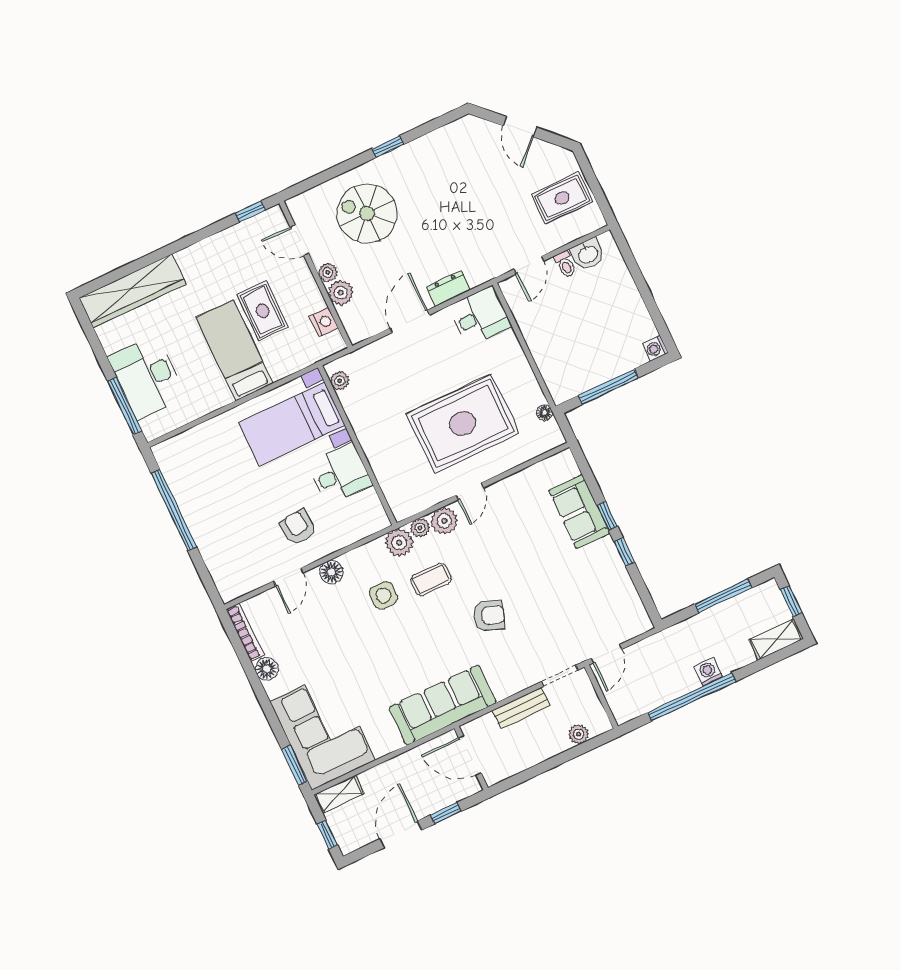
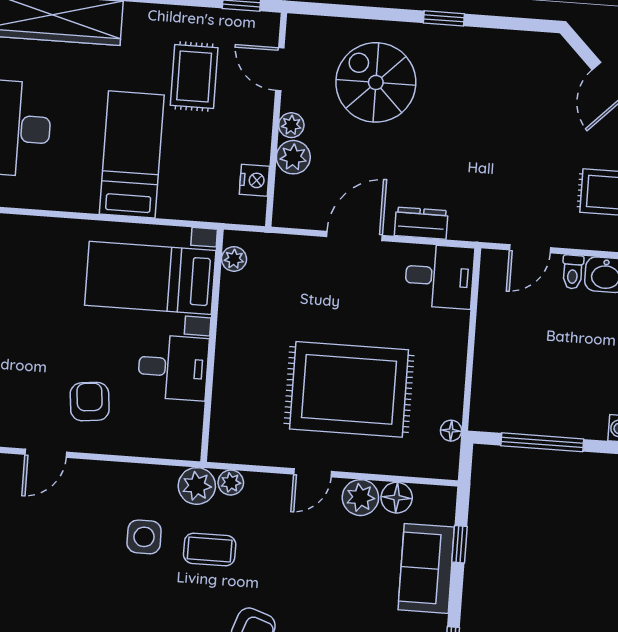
rug: (262, 311) -> (194, 76), moved
window: (607, 516) -> (459, 544), moved
plant: (444, 521) -> (360, 498), moved
floor lamp: (331, 572) -> (397, 498), moved

